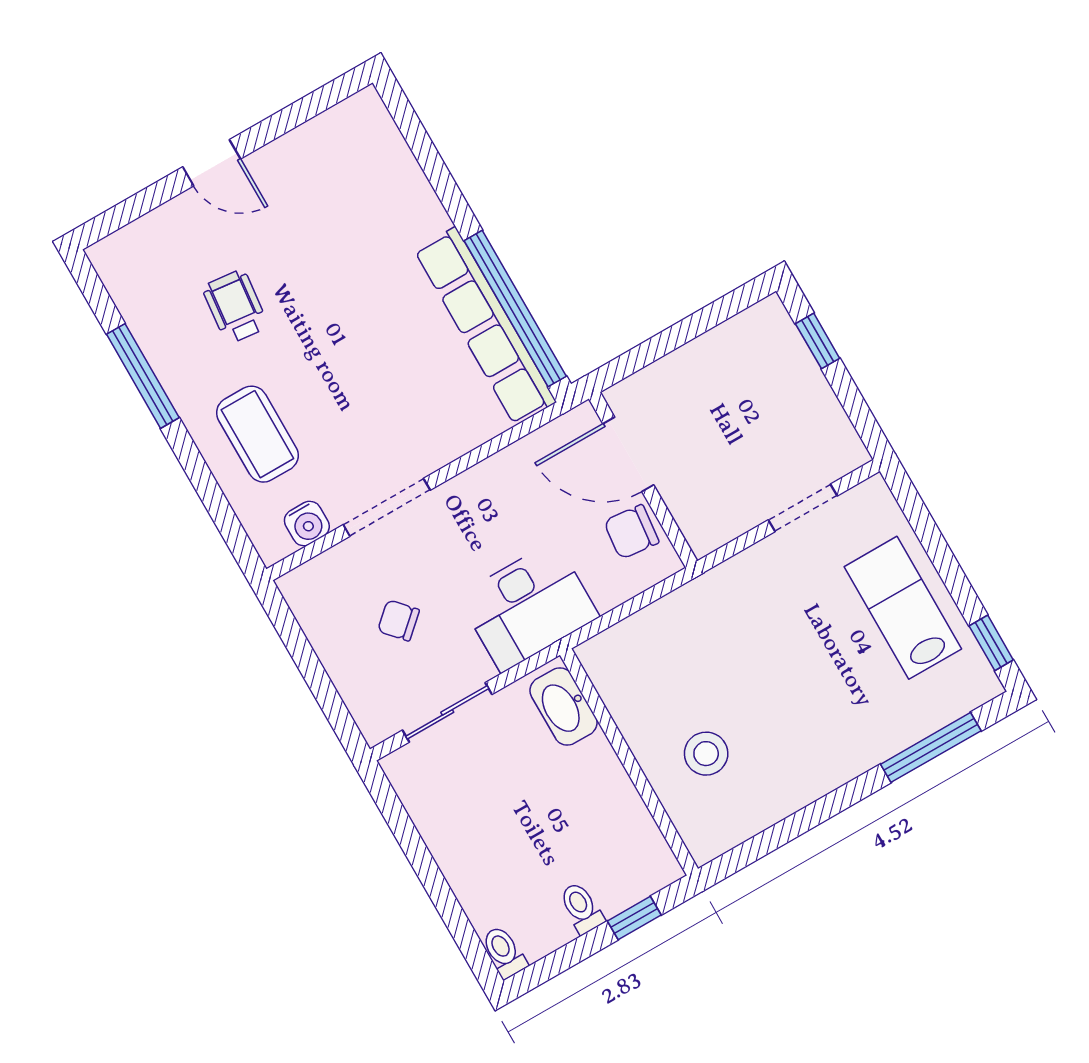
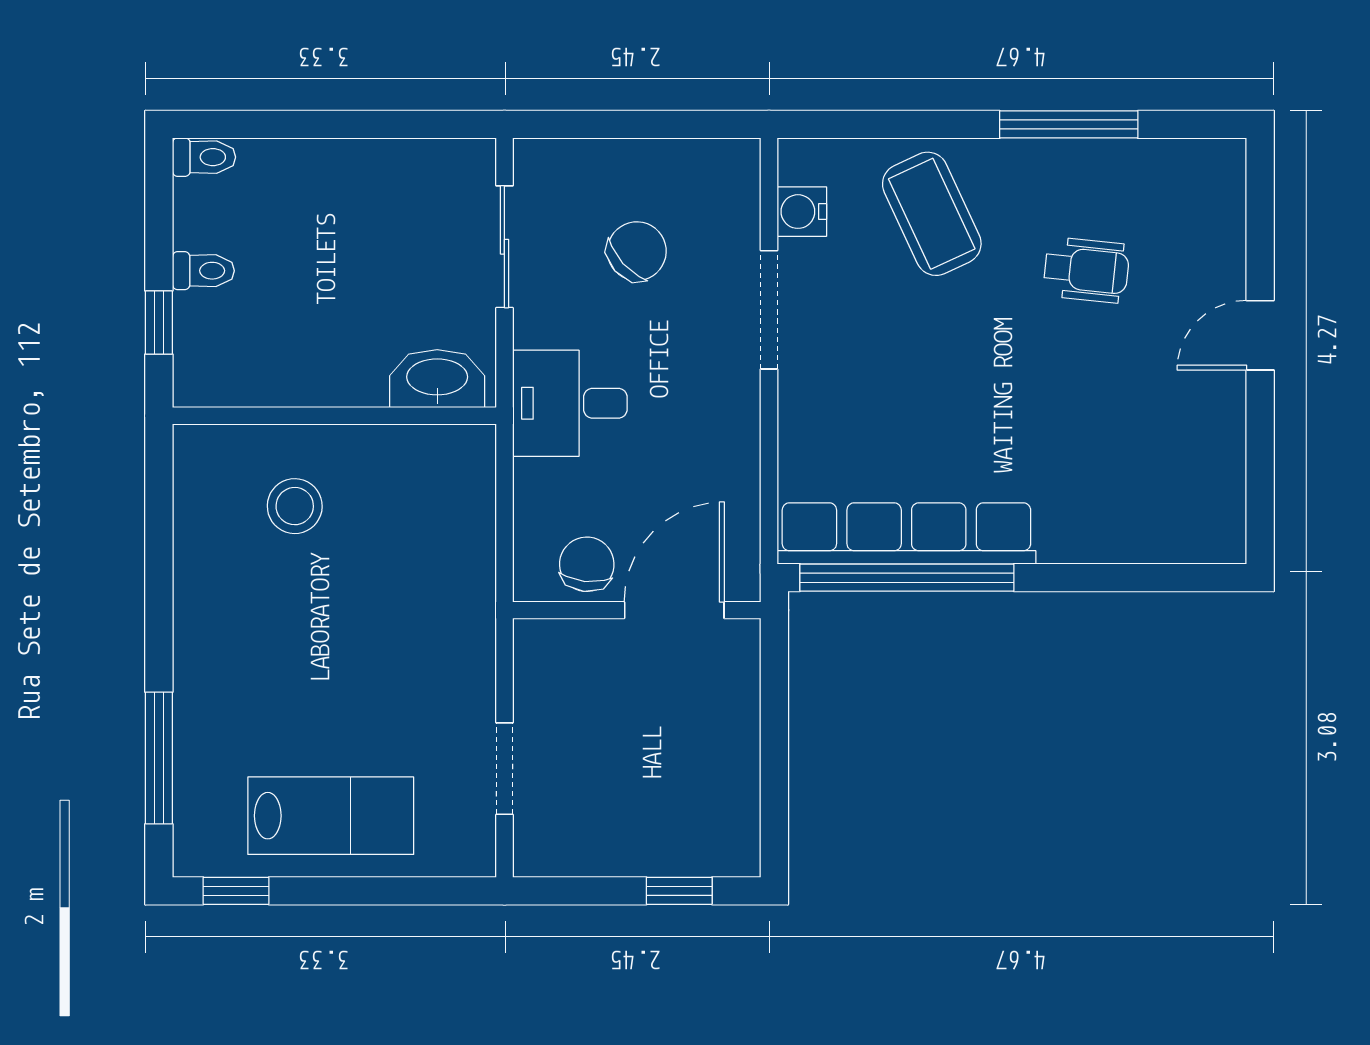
coffee table: (257, 434) -> (932, 214), turned 65
desk: (528, 606) -> (570, 403), width x0.73
chair: (398, 620) -> (637, 251), width x1.37, depth x1.37

